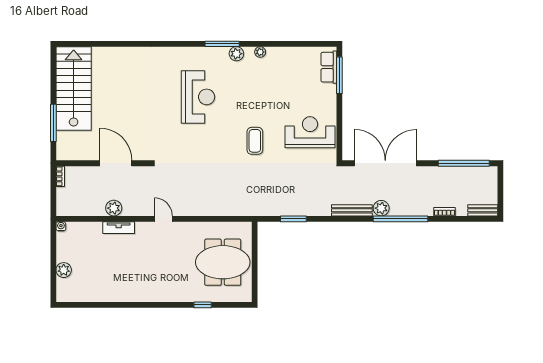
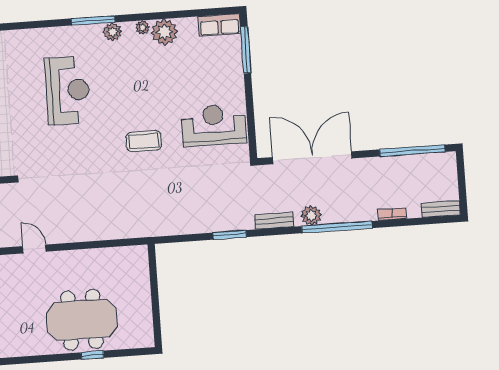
plant: (277, 57) -> (164, 32), added
row of seats: (329, 67) -> (219, 25), moved, turned -90
coffee table: (255, 141) -> (144, 141), turned 90
bench: (352, 210) -> (274, 221), width x0.73
window: (293, 219) -> (230, 235), moved
meeting table: (223, 262) -> (82, 320), moved

